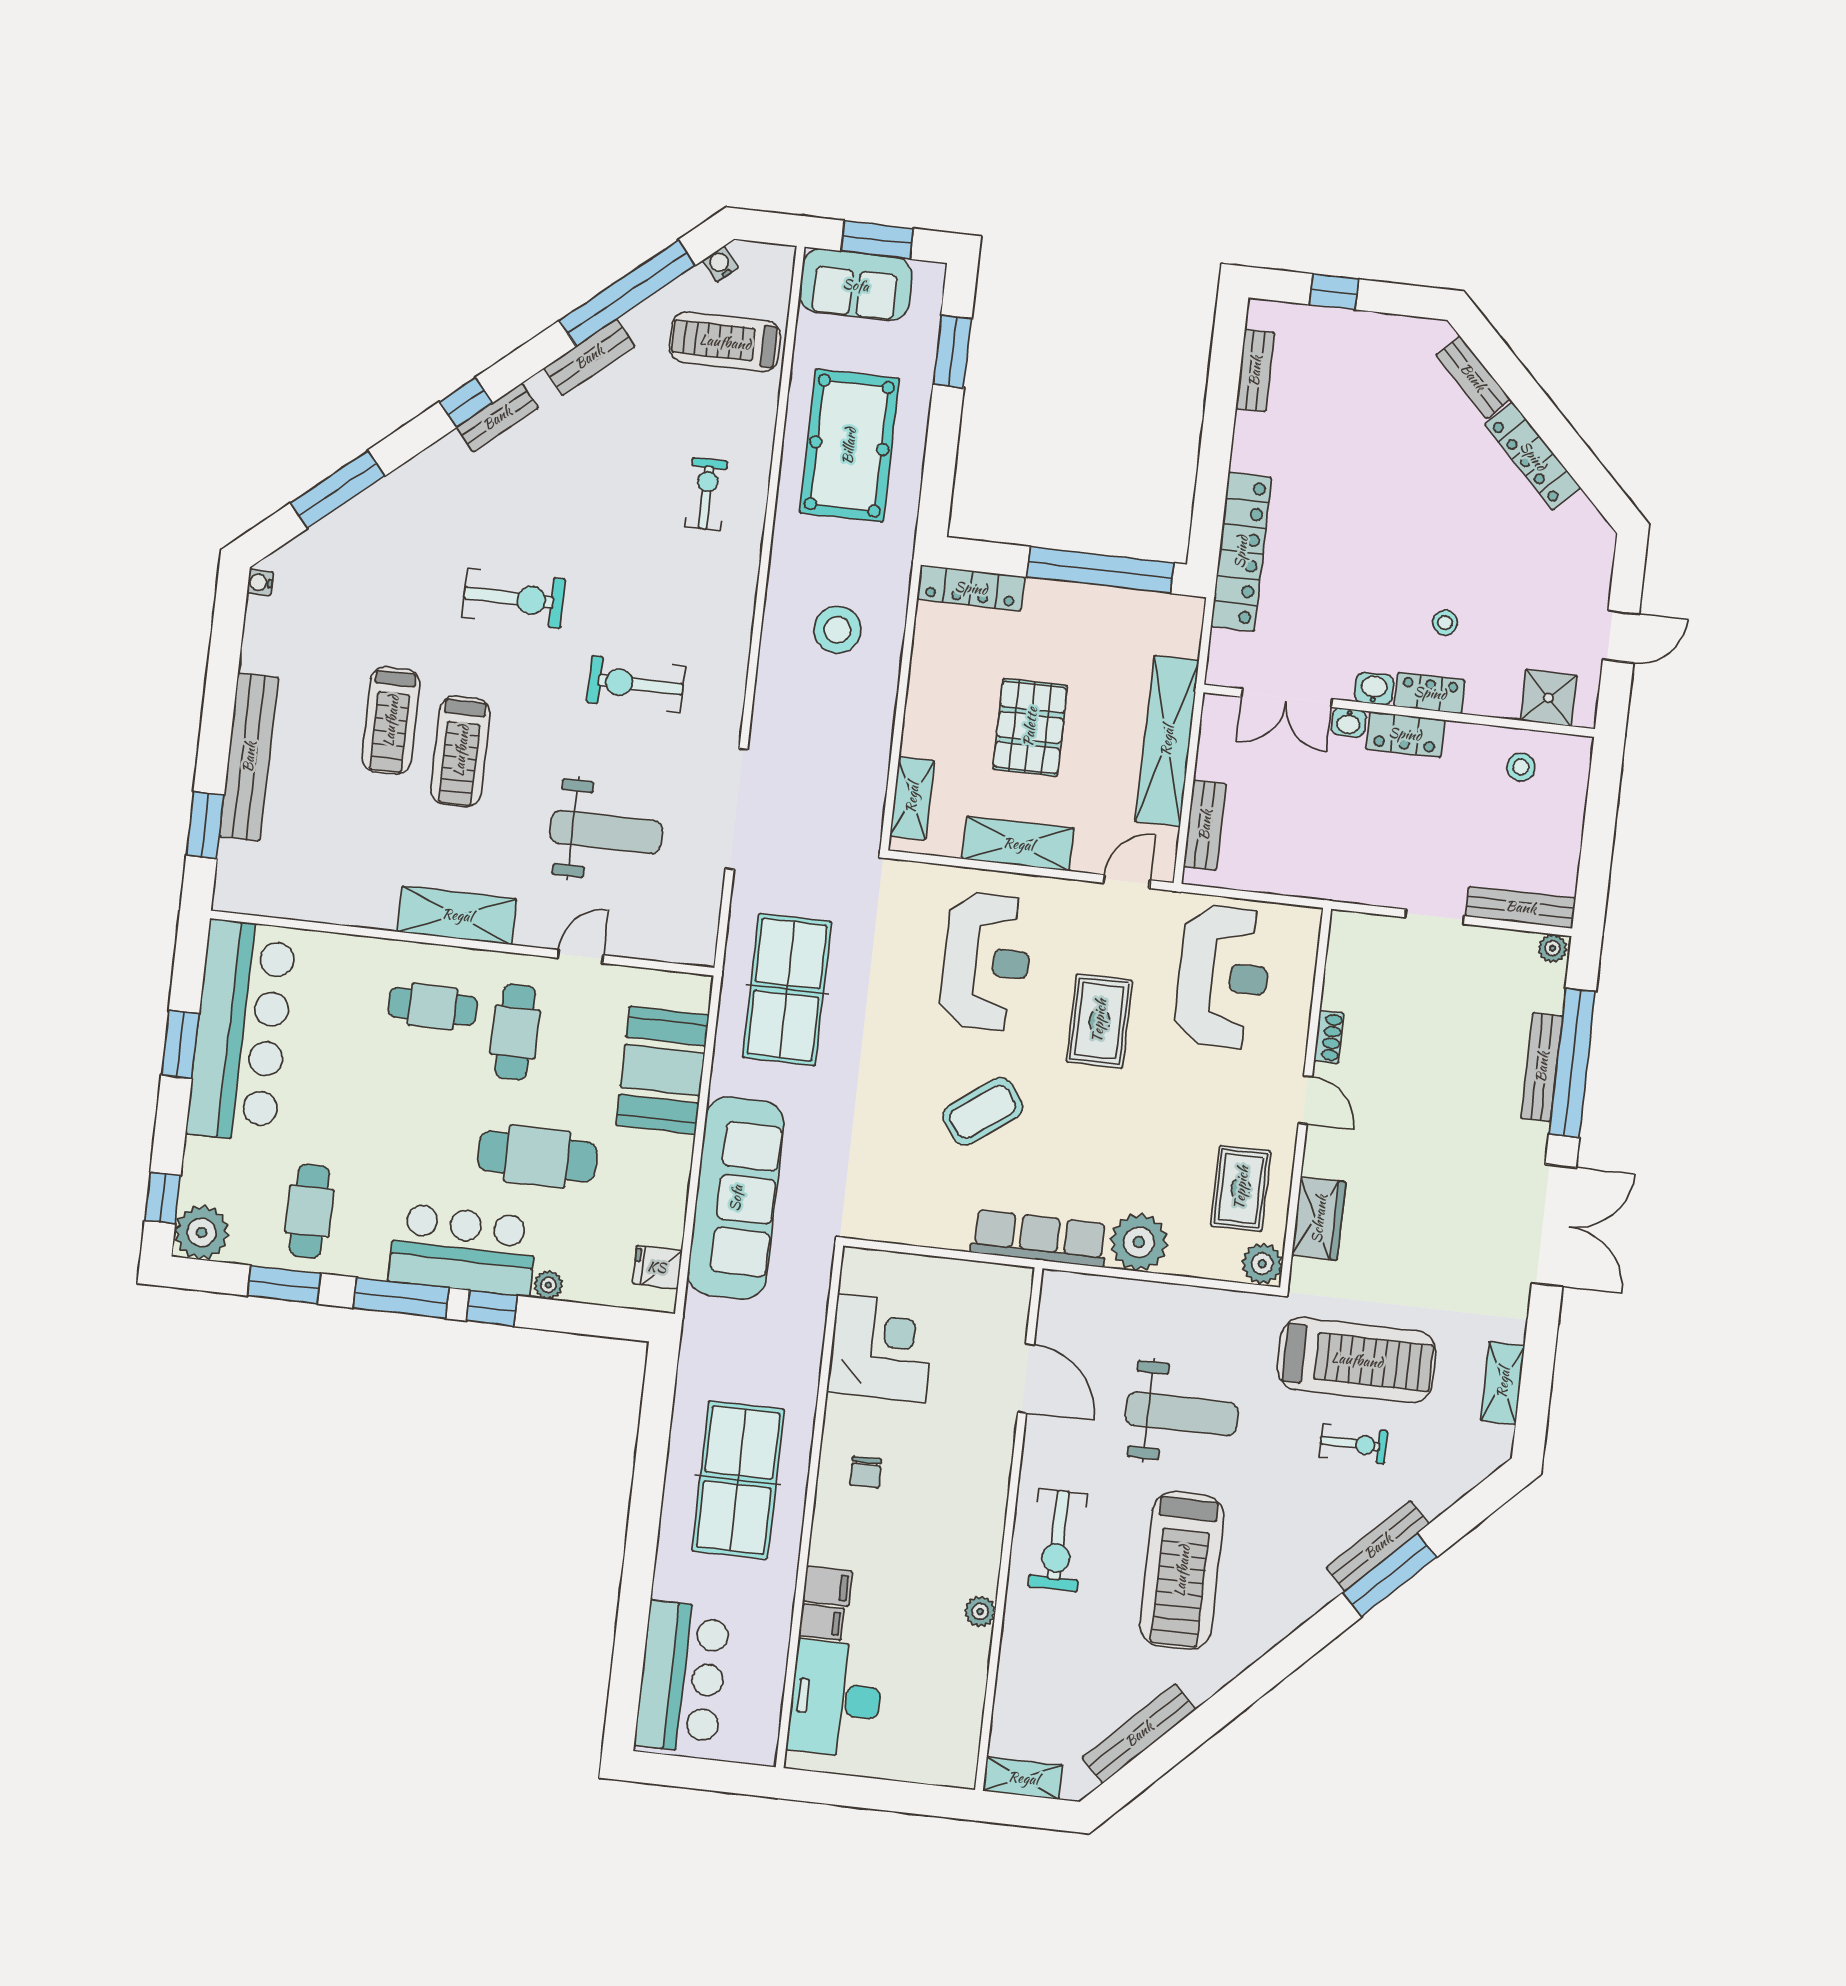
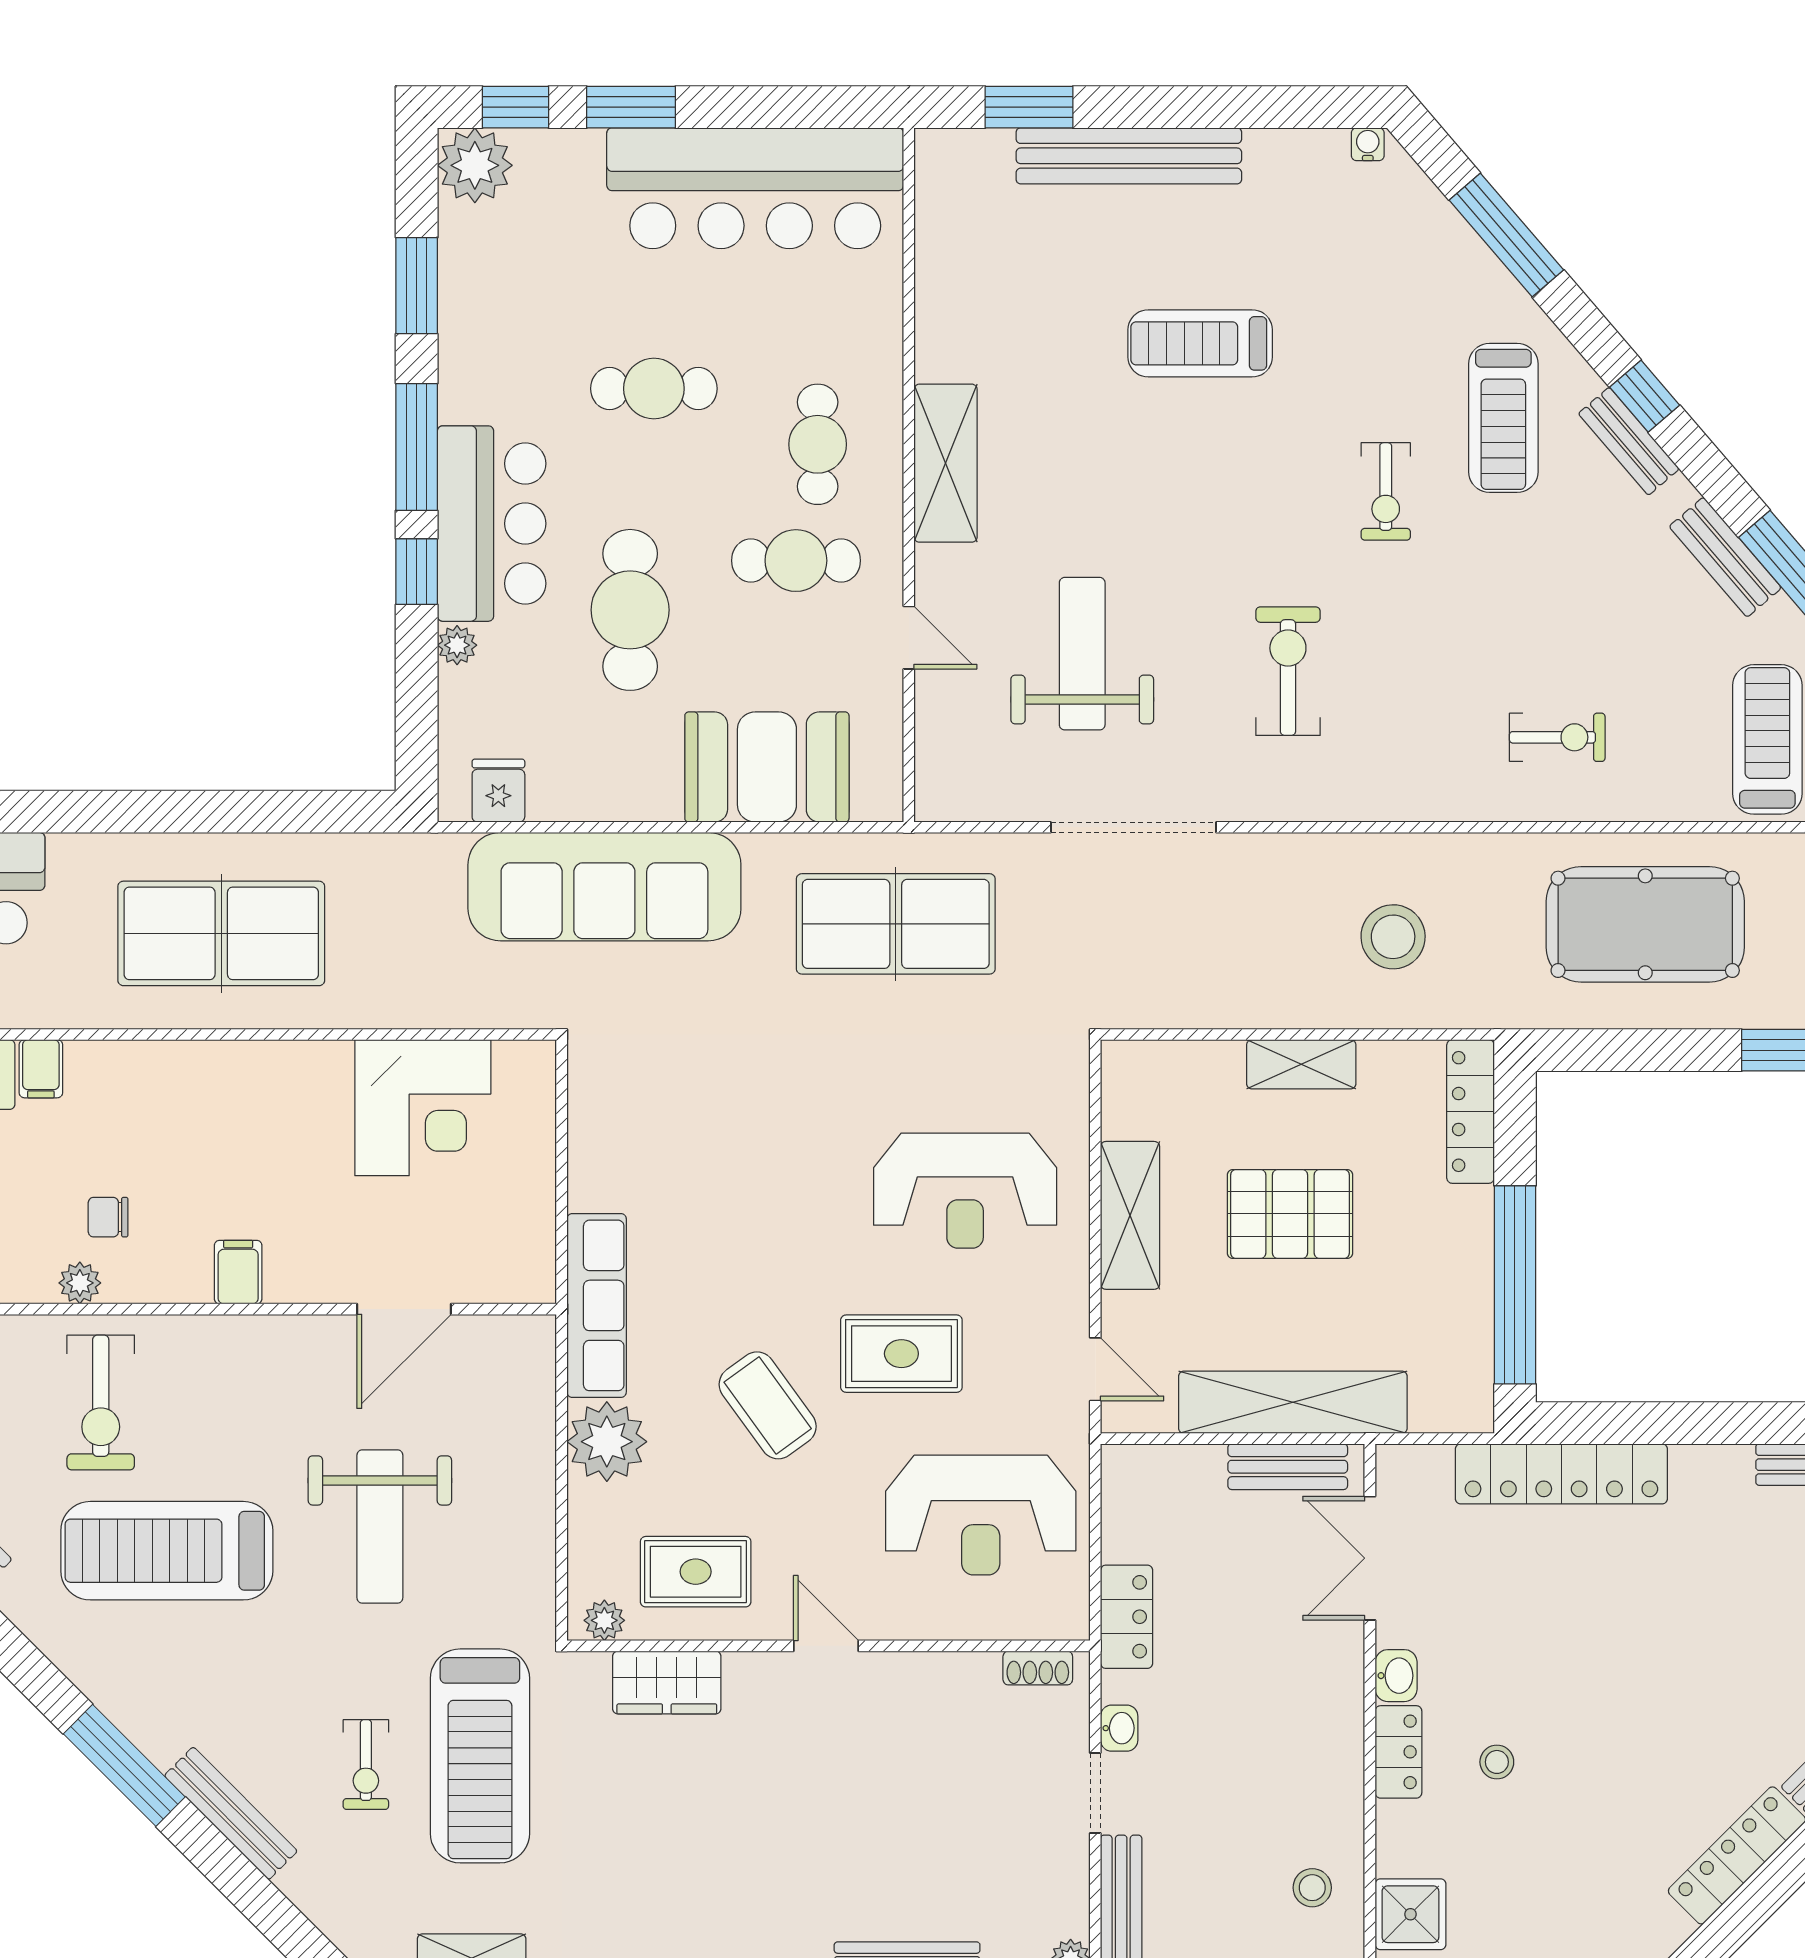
exercise bike: (514, 598) -> (1386, 491), width x0.73, depth x0.72
washbasin: (1349, 722) -> (1119, 1728), moved, turned 180
locker: (1405, 734) -> (1127, 1617), moved, turned 180
treadmill: (461, 751) -> (1503, 418), moved, turned -90
shelving: (912, 798) -> (1301, 1064), moved
bench: (1205, 825) -> (1288, 1467), moved
weight bench: (606, 832) -> (1082, 654), turned 180
shoe rack: (1329, 1037) -> (1038, 1668), moved
window: (180, 1044) -> (631, 107), moved
door: (1305, 1100) -> (826, 1646), swing flipped
coffee table: (983, 1112) -> (768, 1405), moved
cafe table: (309, 1211) -> (654, 389), moved
plant: (1262, 1264) -> (604, 1620), width x0.73, depth x0.73
chair: (866, 1472) -> (108, 1217), moved
exercise bike: (1058, 1540) -> (101, 1402), moved, turned -90
window: (1390, 1575) -> (124, 1765), moved
filing cabinet: (828, 1586) -> (238, 1272), moved, turned 180

